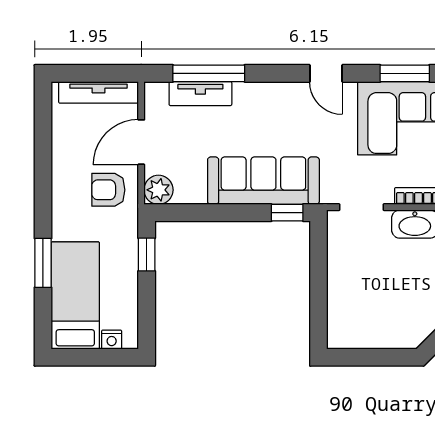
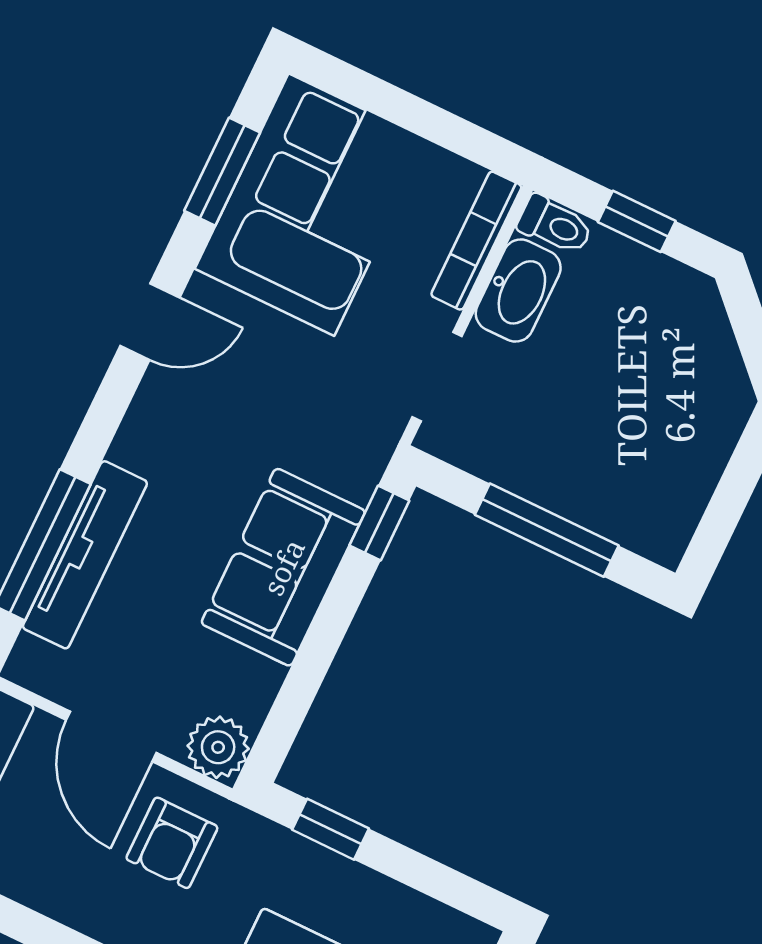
tv unit: (200, 94) -> (85, 555), width x1.41
sofa: (263, 181) -> (283, 567), width x0.73
window: (319, 285) -> (547, 530), added

